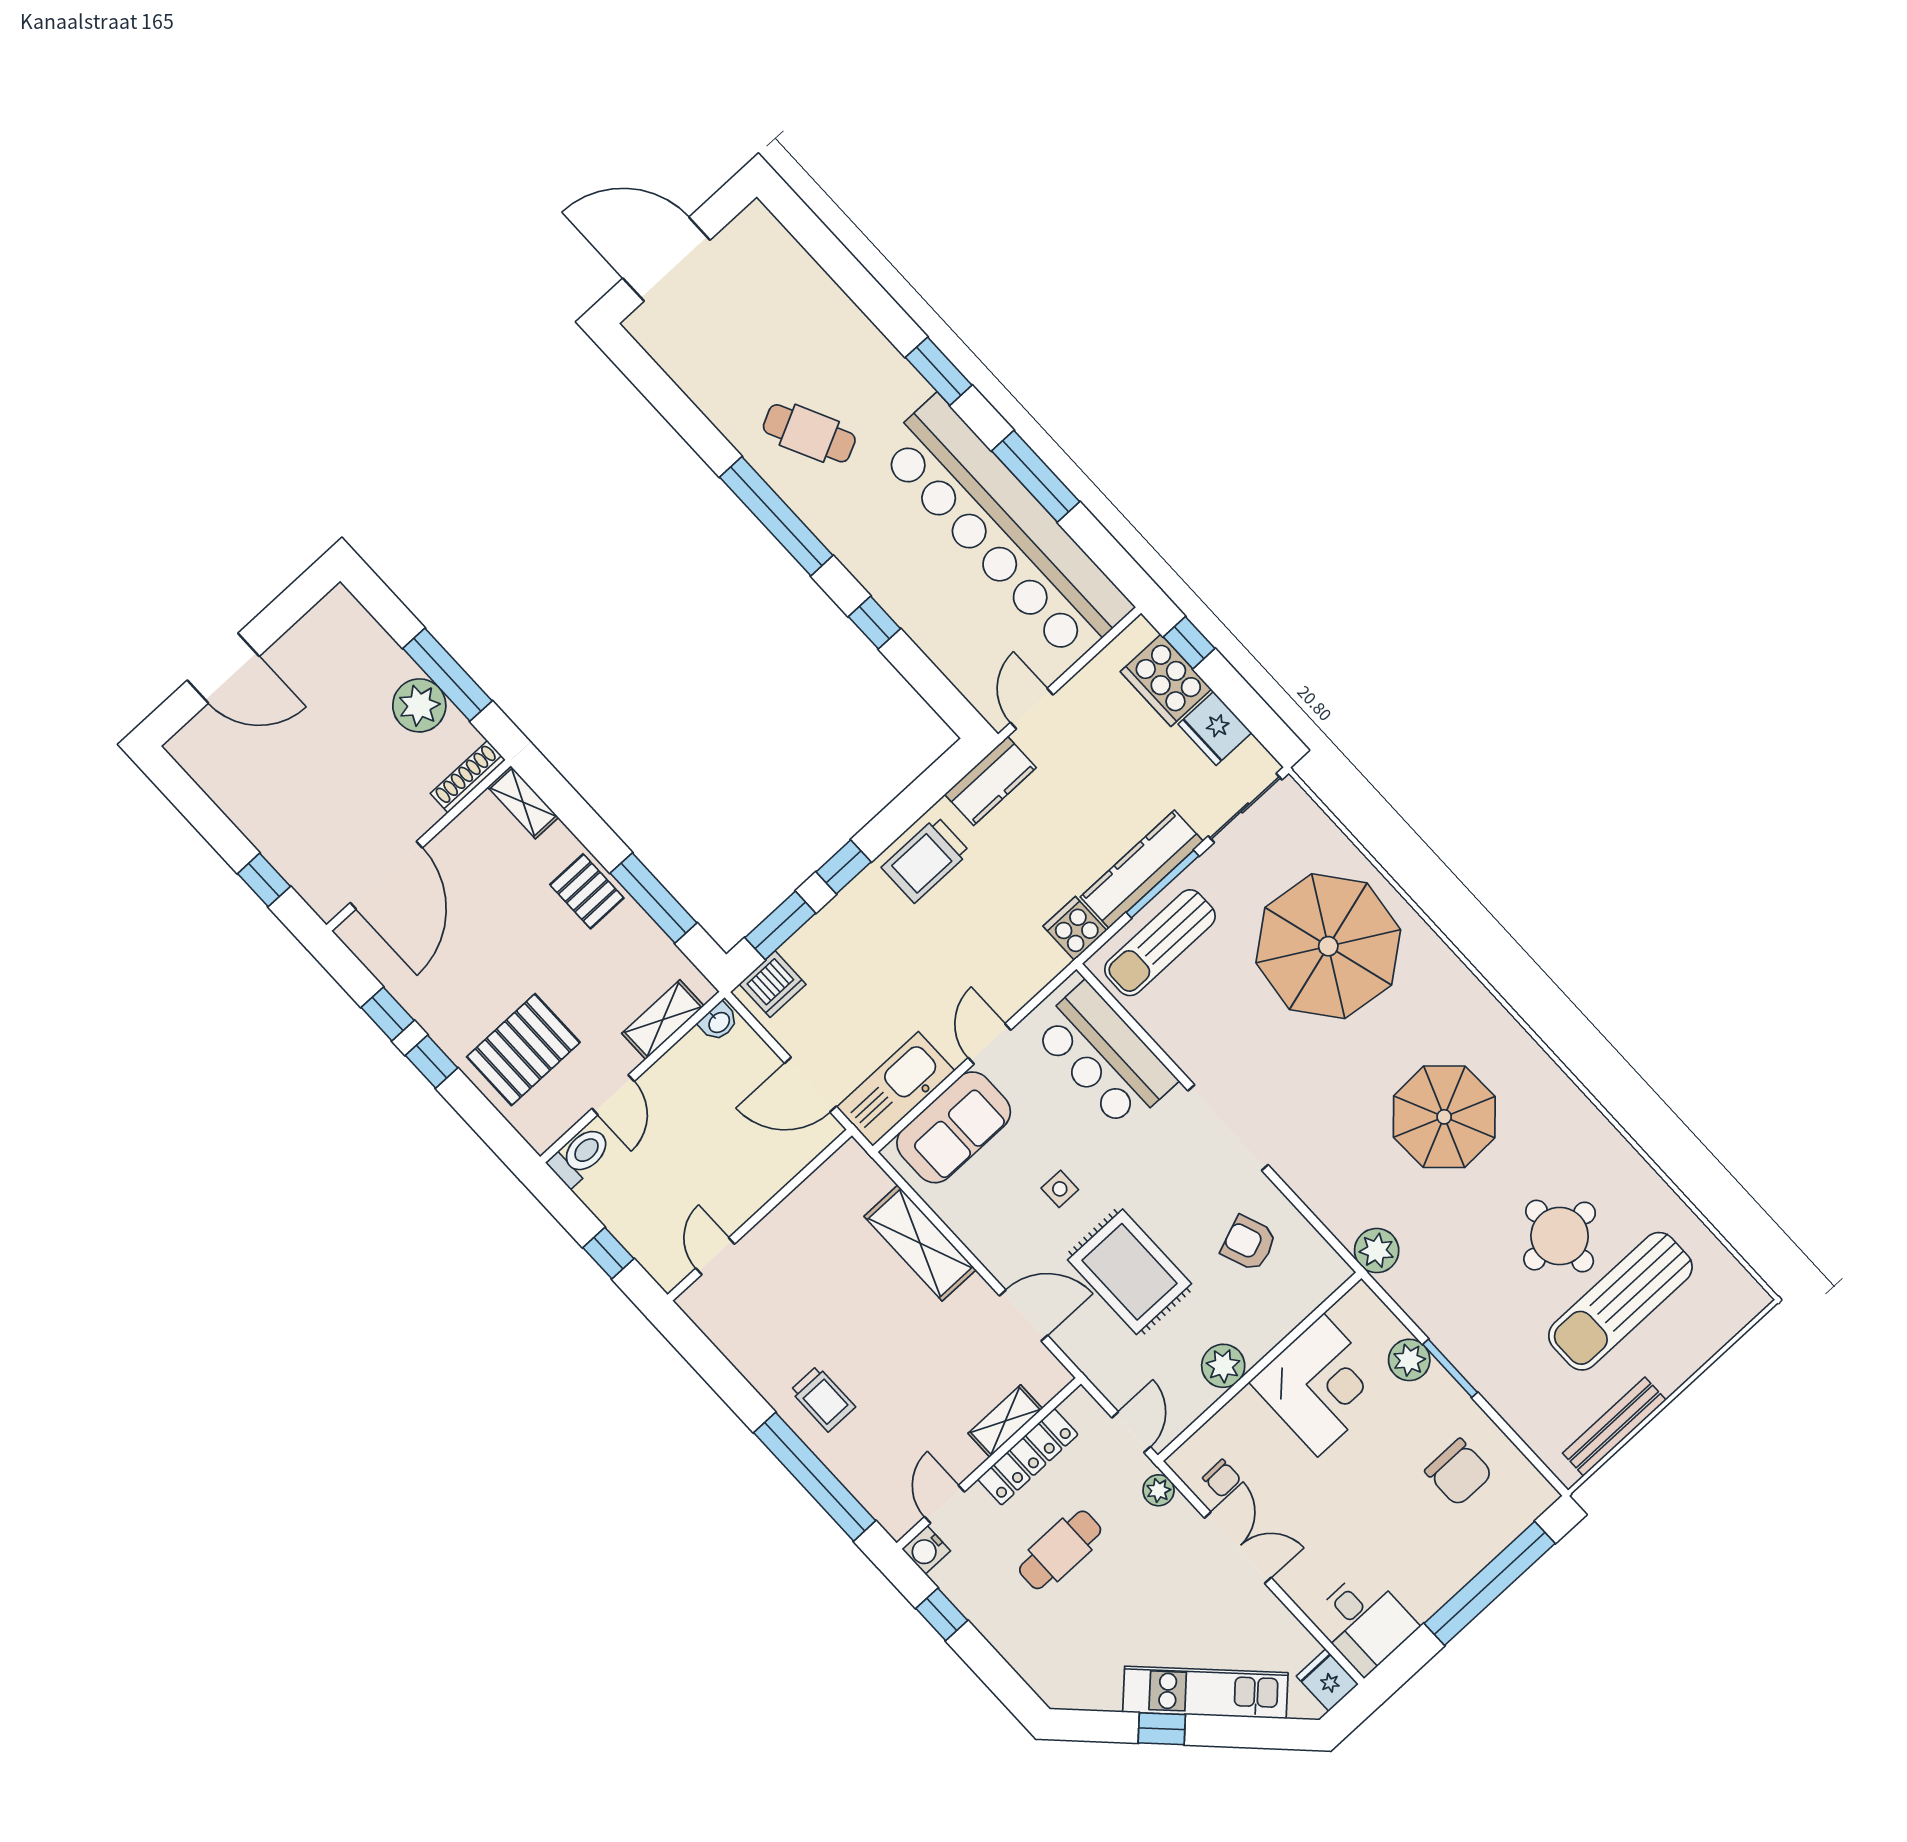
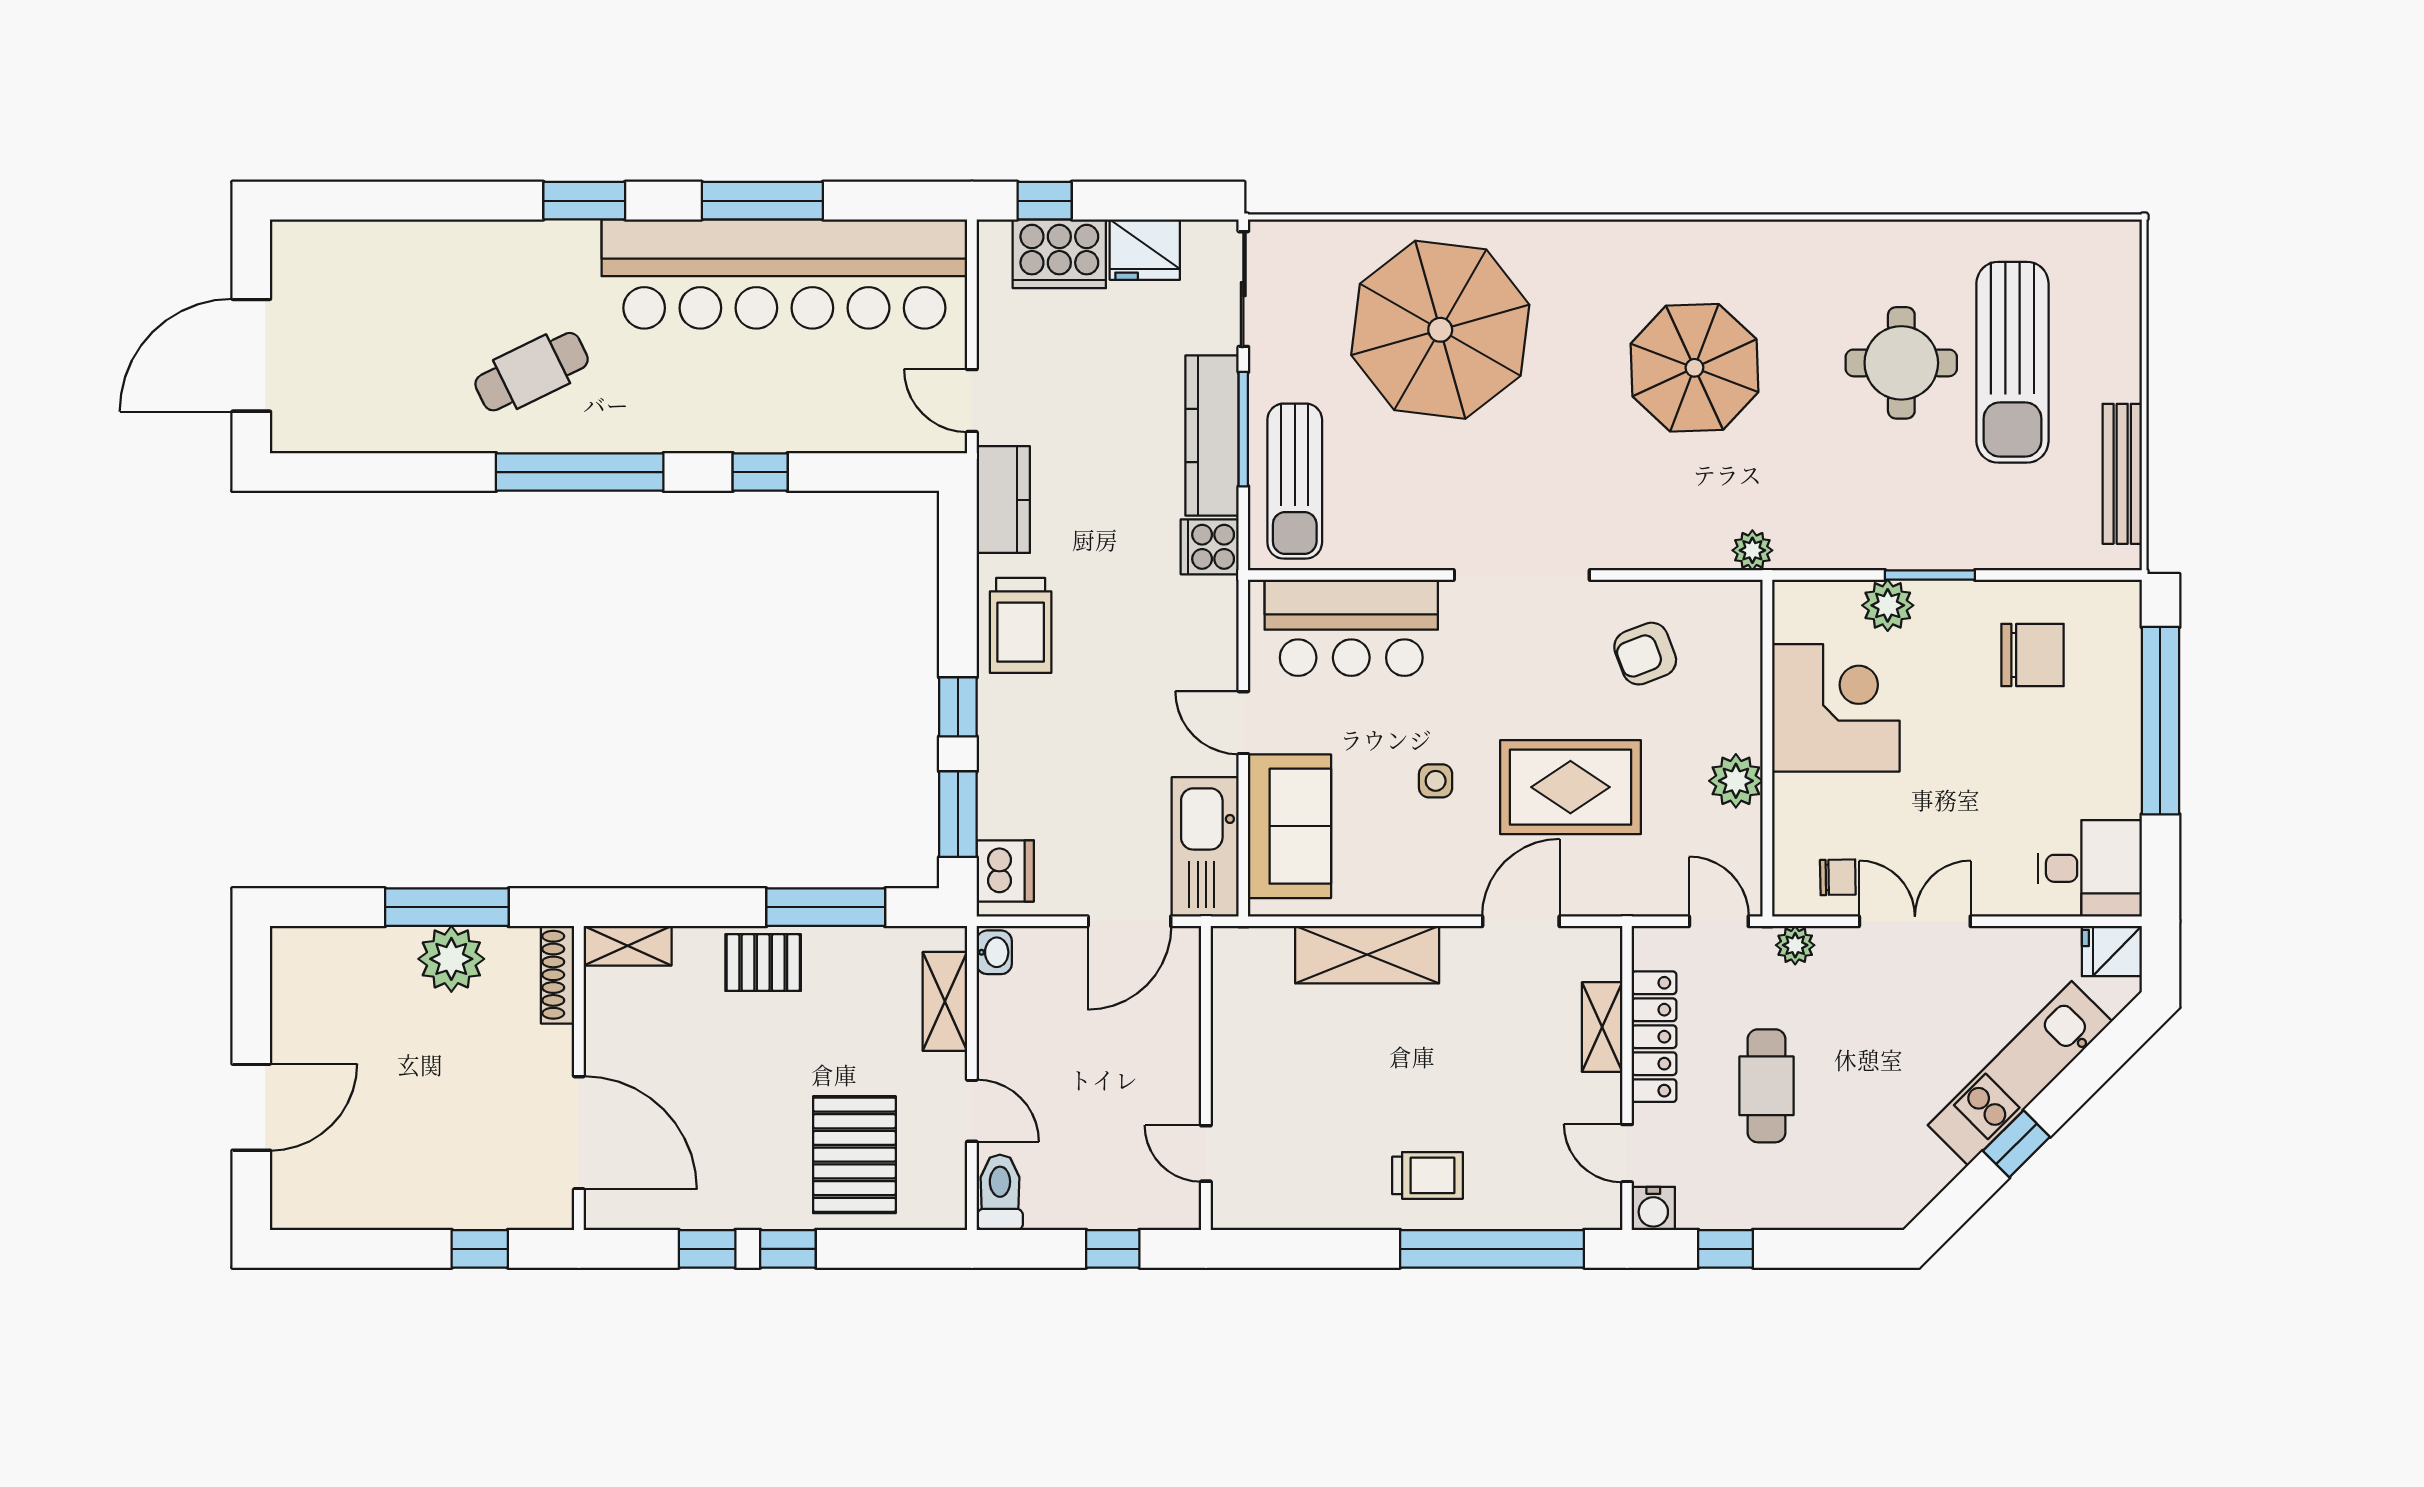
plant: (1377, 1251) -> (1752, 550), width x0.73, depth x0.73

